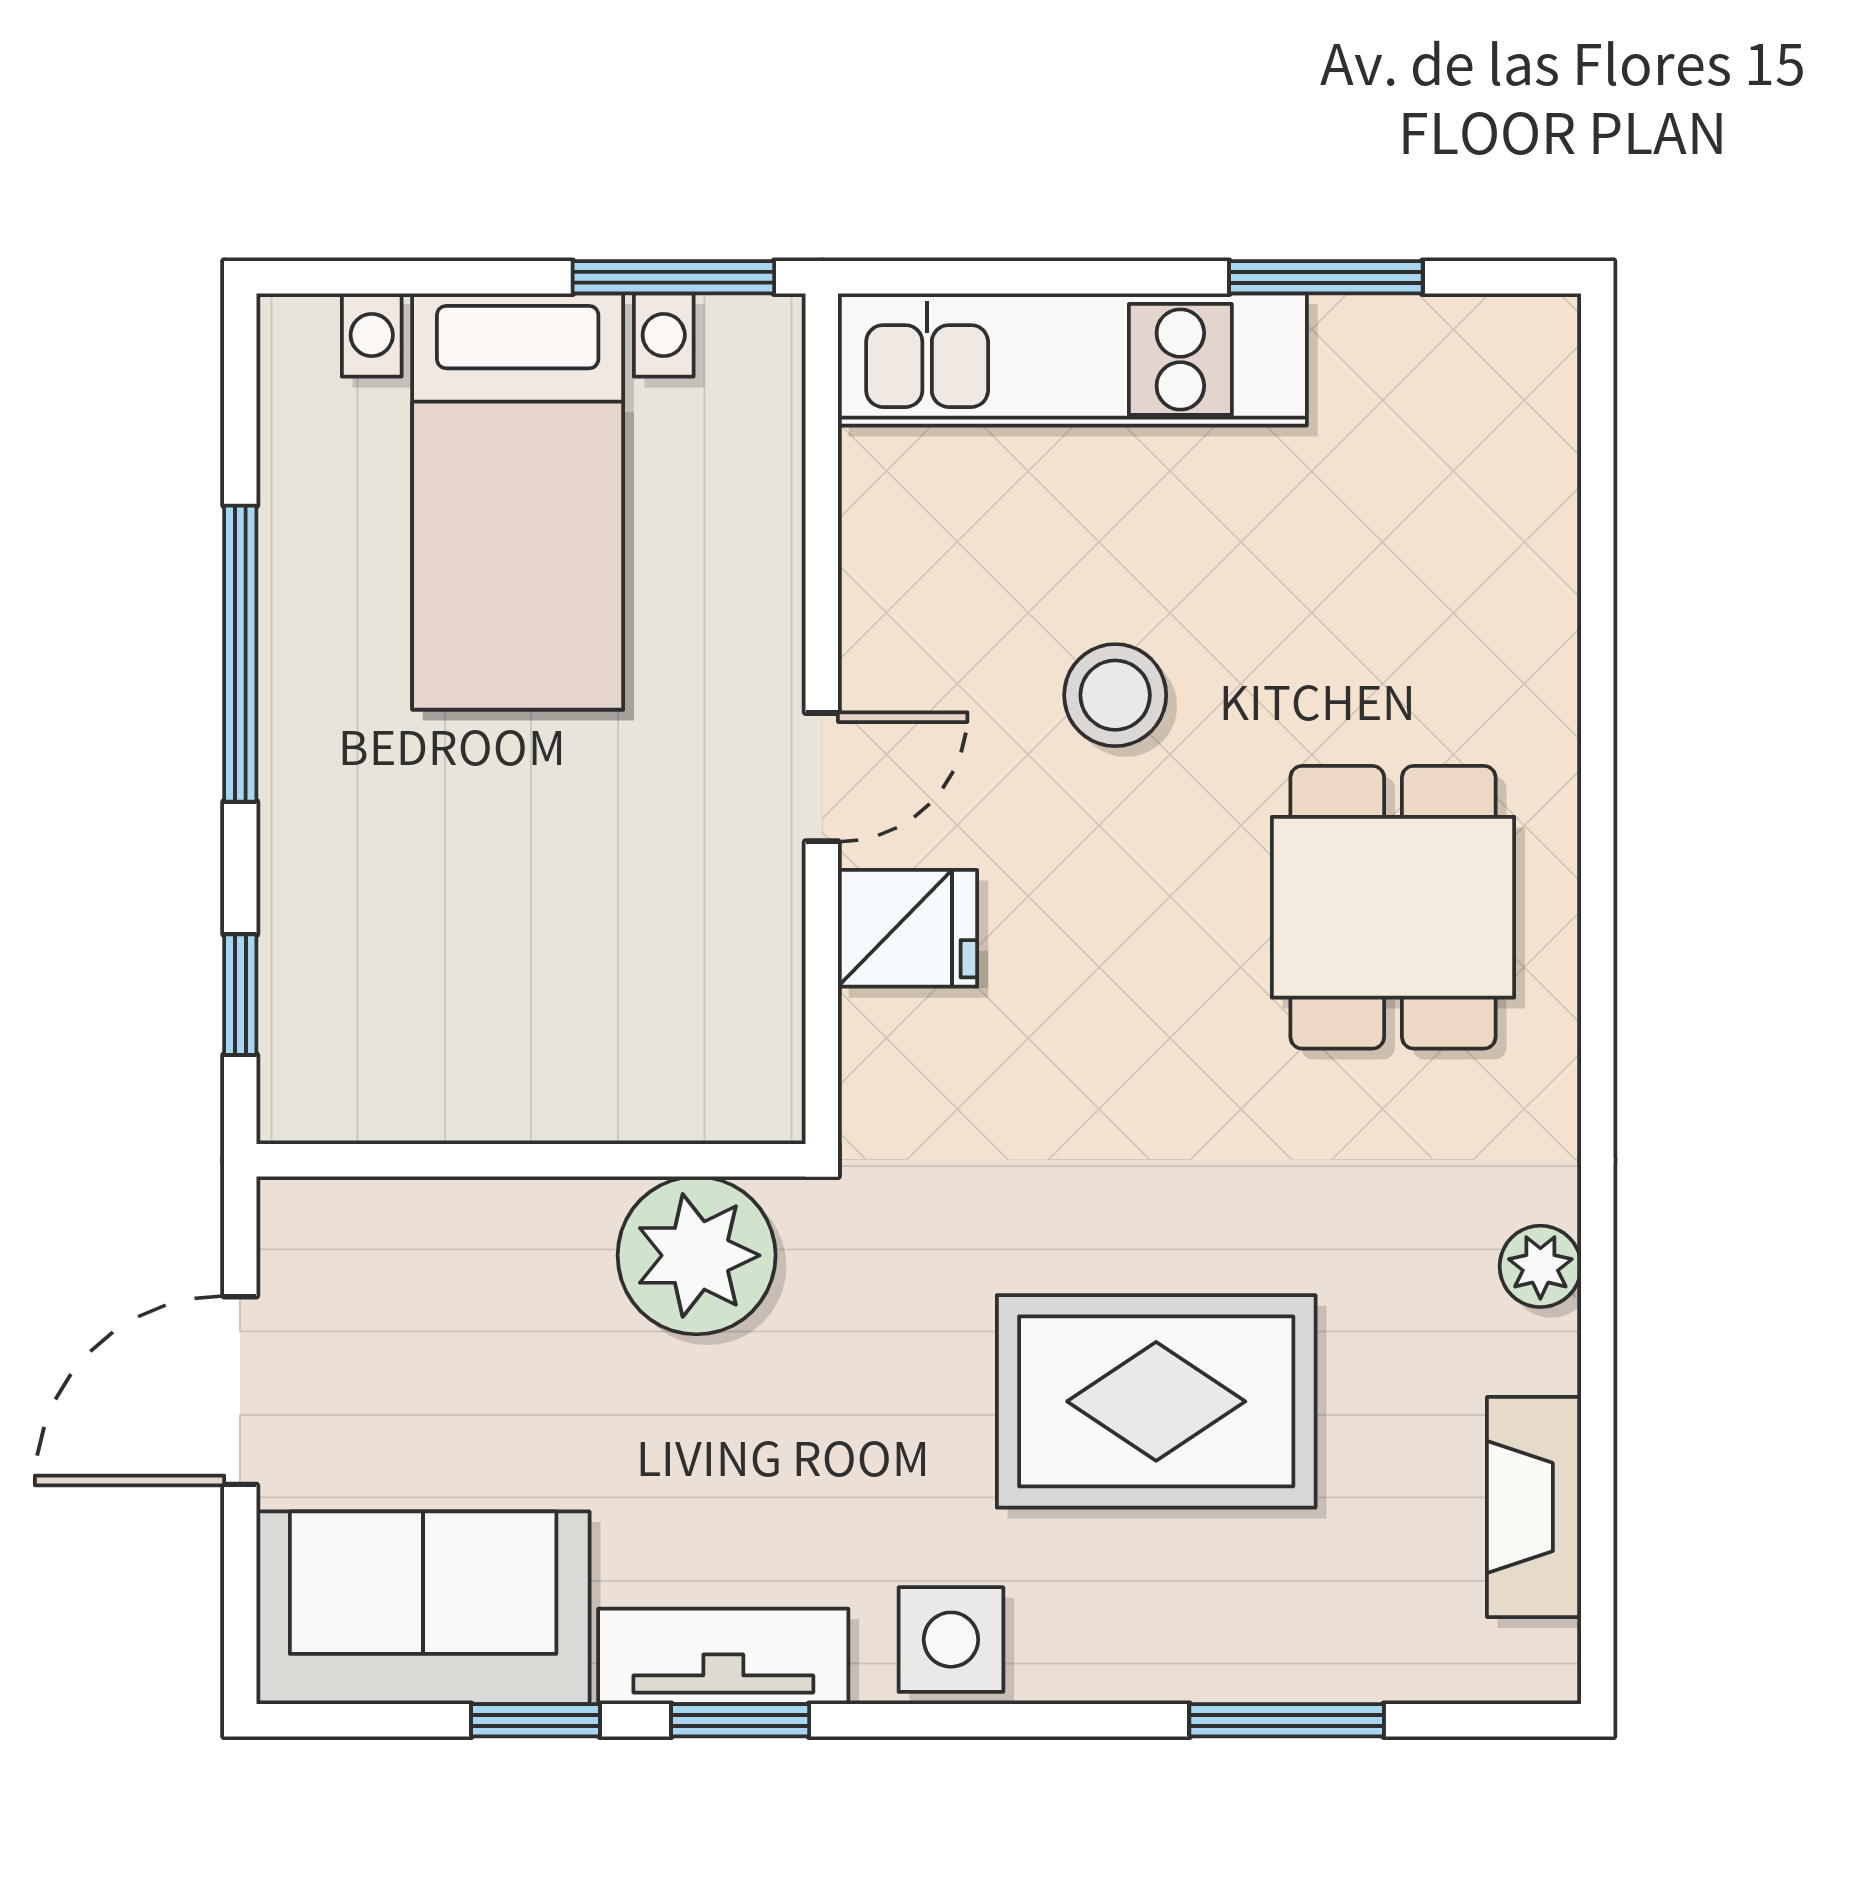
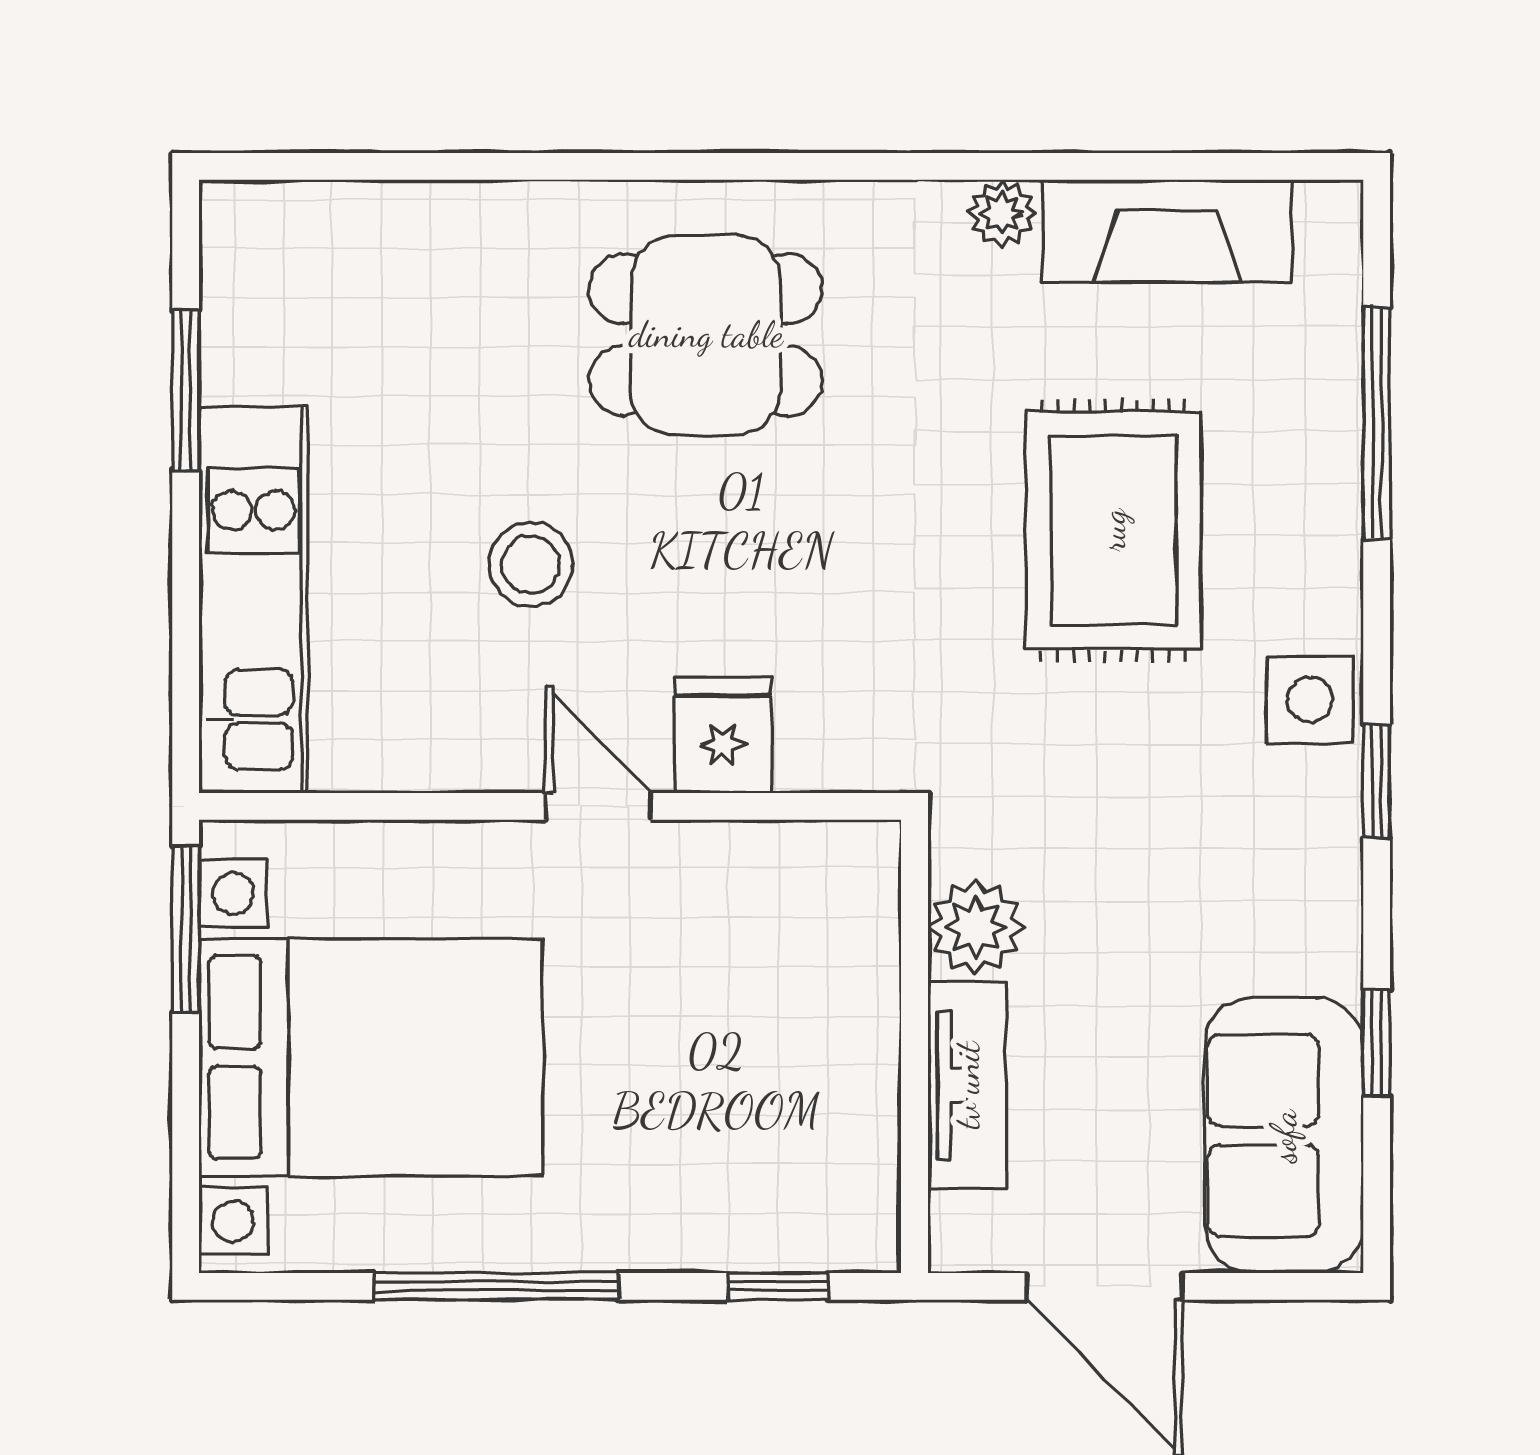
bed with nightstands: (518, 502) -> (371, 1057), width x1.36
plant: (697, 1255) -> (976, 927), width x0.73, depth x0.73
fireplace: (1534, 1507) -> (1167, 231), width x1.37, depth x1.32
tv unit: (723, 1656) -> (967, 1085), moved, turned 180
window: (740, 1720) -> (1377, 781), moved
window: (1287, 1720) -> (1377, 423), width x1.44

